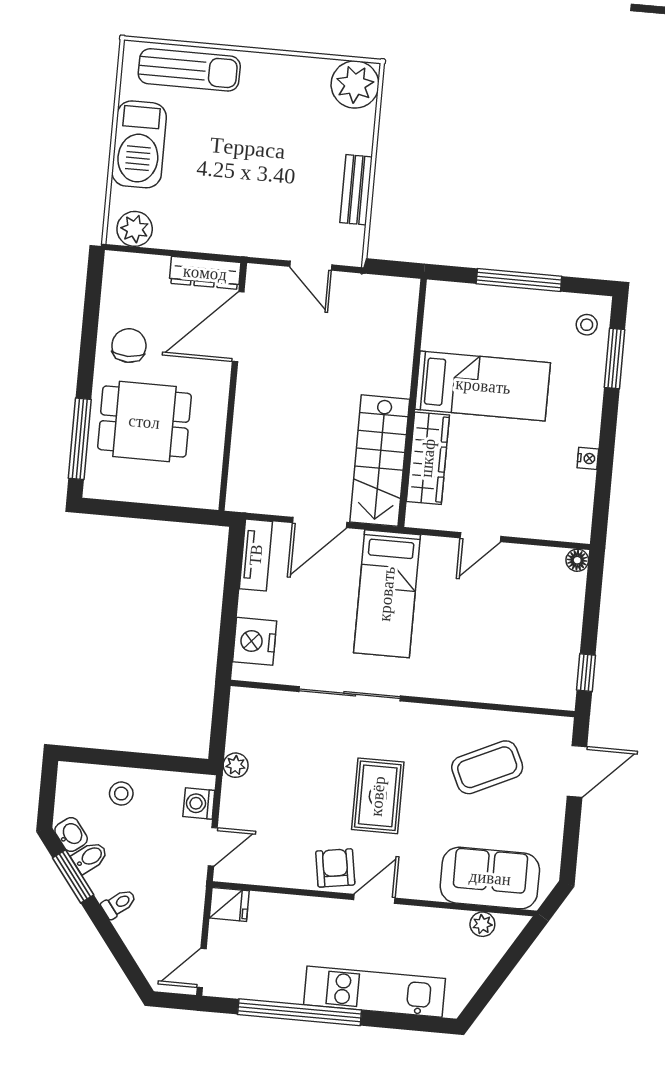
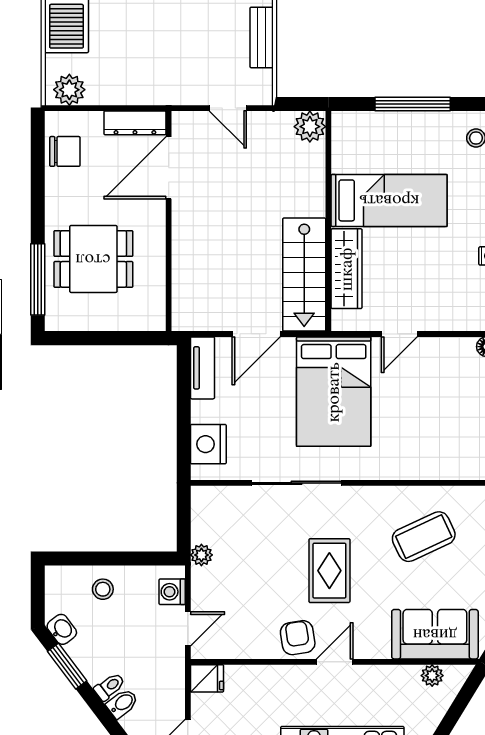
plant: (401, 295) -> (310, 127), added
chair: (129, 346) -> (65, 151), moved, turned 90
bed: (387, 594) -> (334, 392), width x1.50
bidet: (90, 857) -> (122, 703), moved

